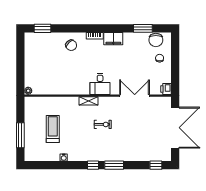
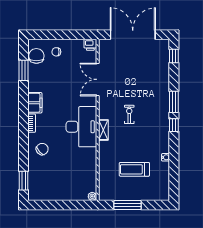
chair: (156, 40) -> (36, 56), turned -90
desk: (100, 84) -> (81, 127), width x1.87, depth x1.30
window: (20, 135) -> (127, 205), moved

